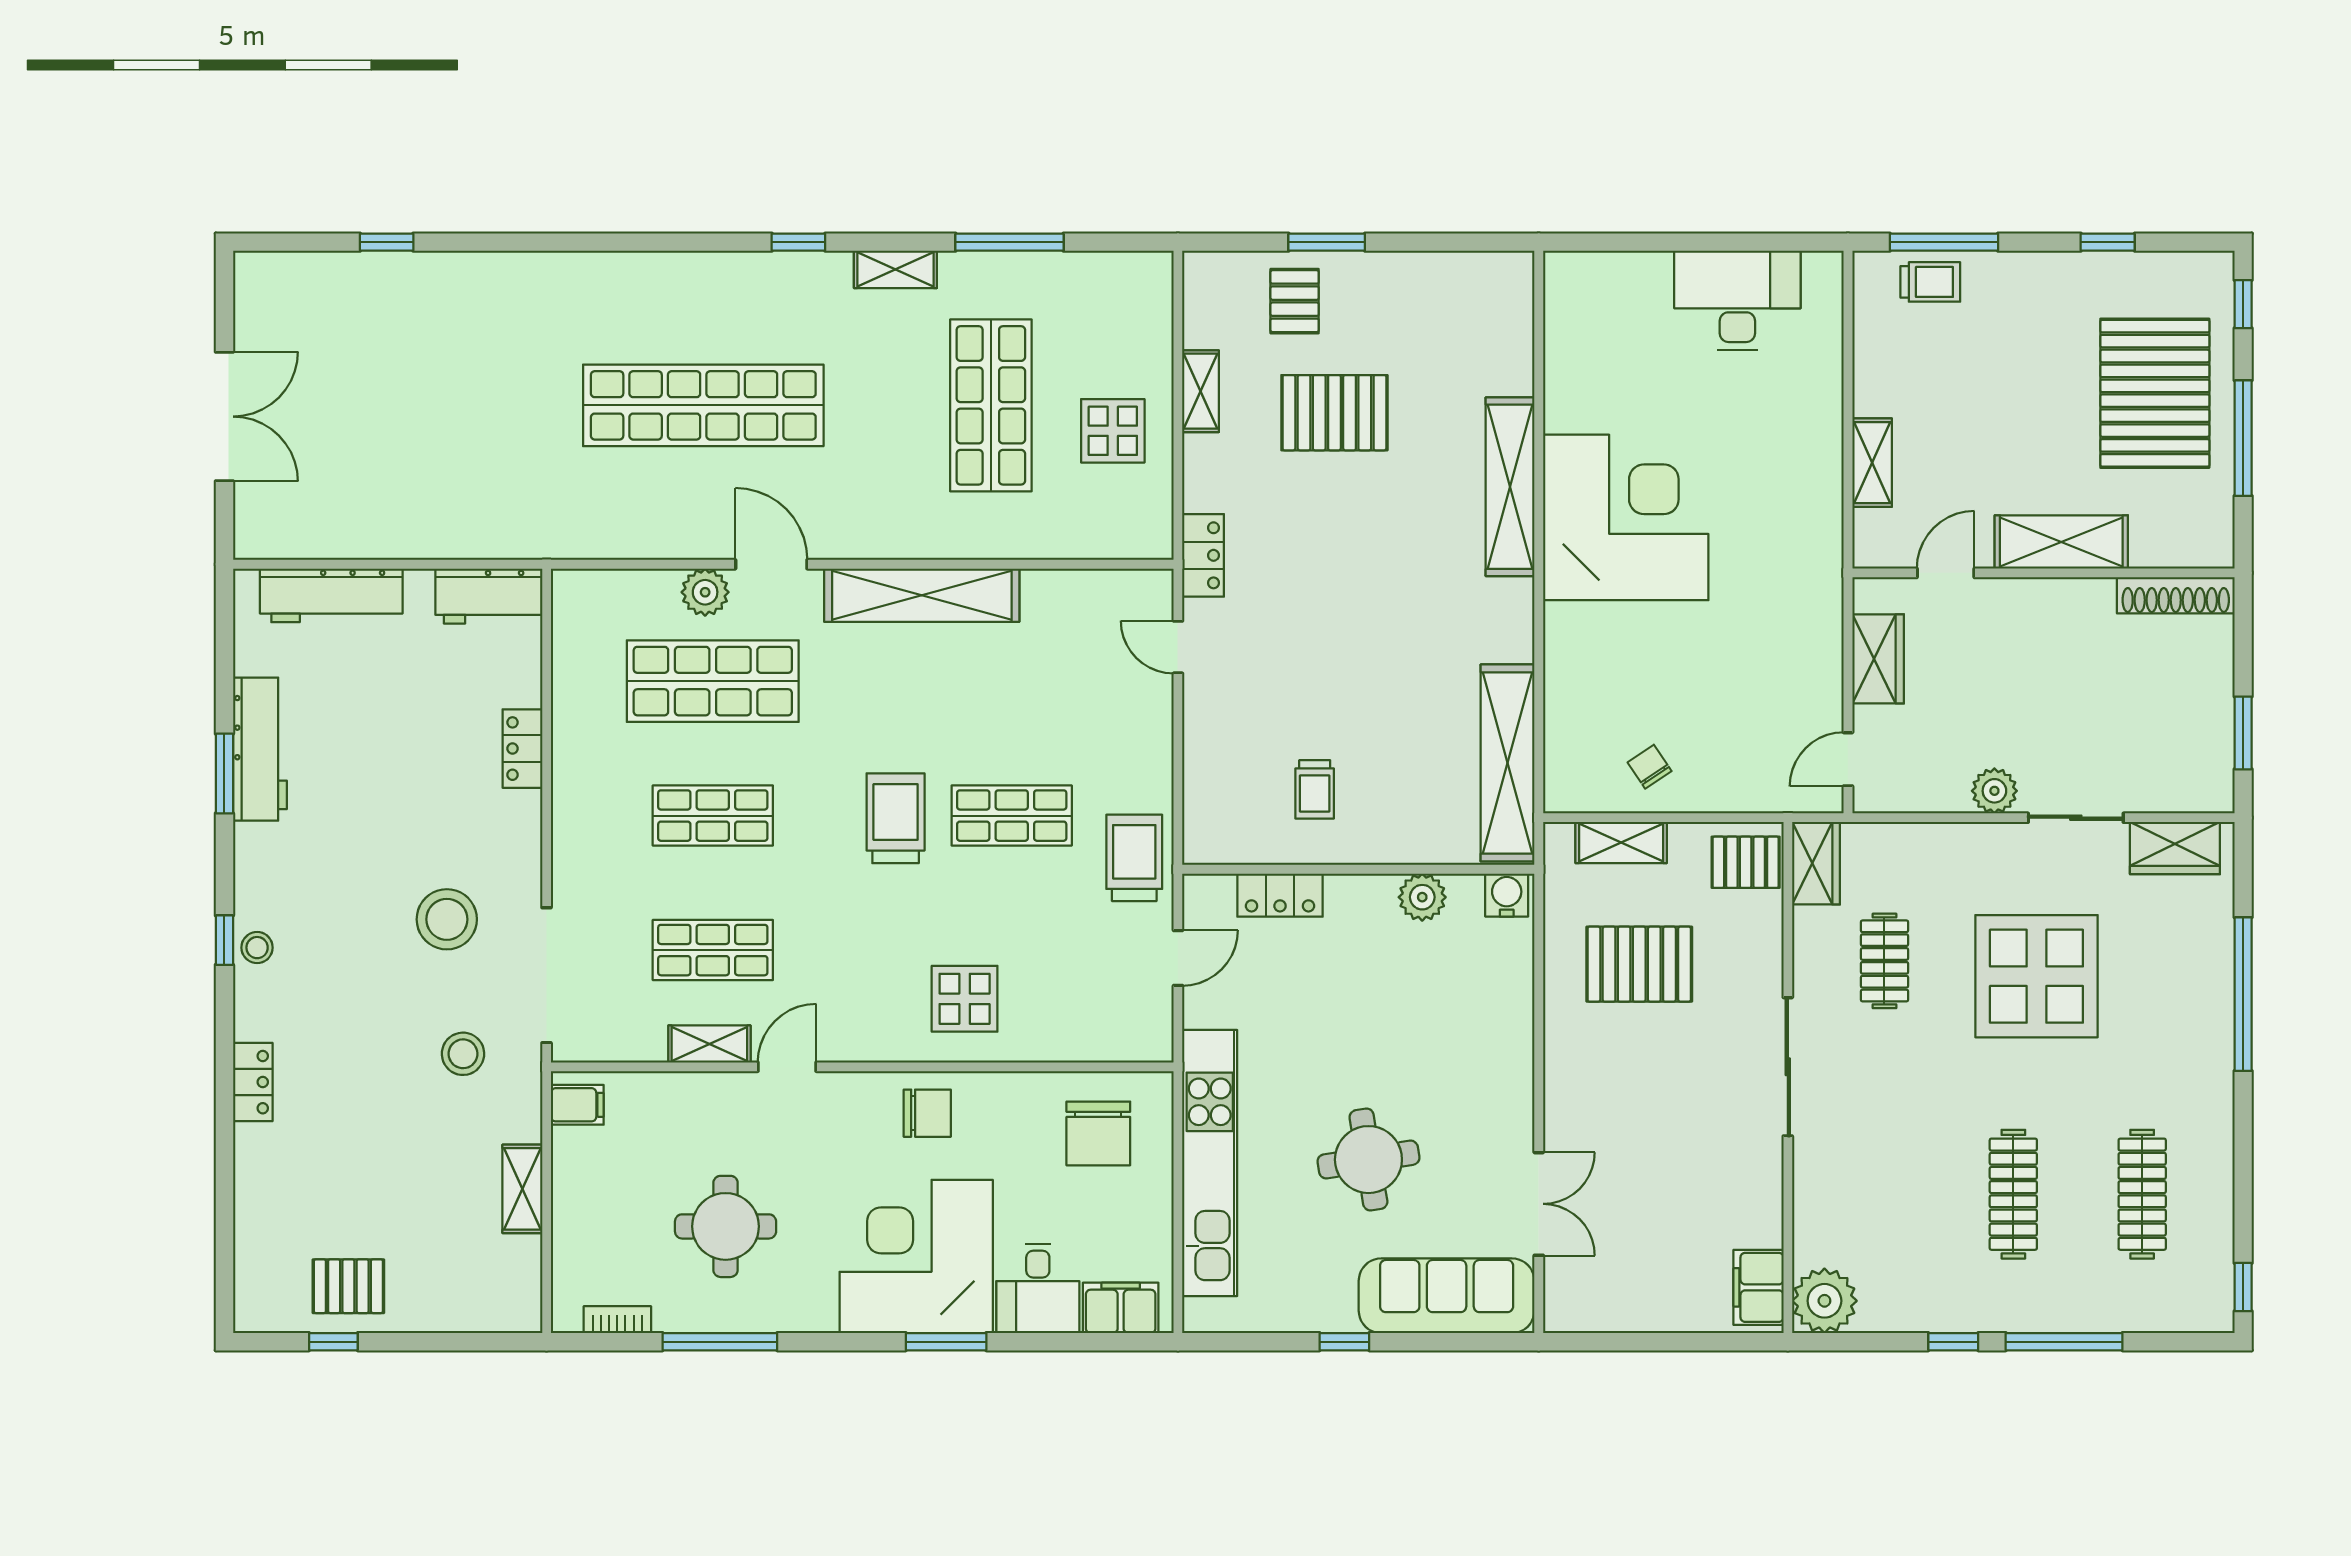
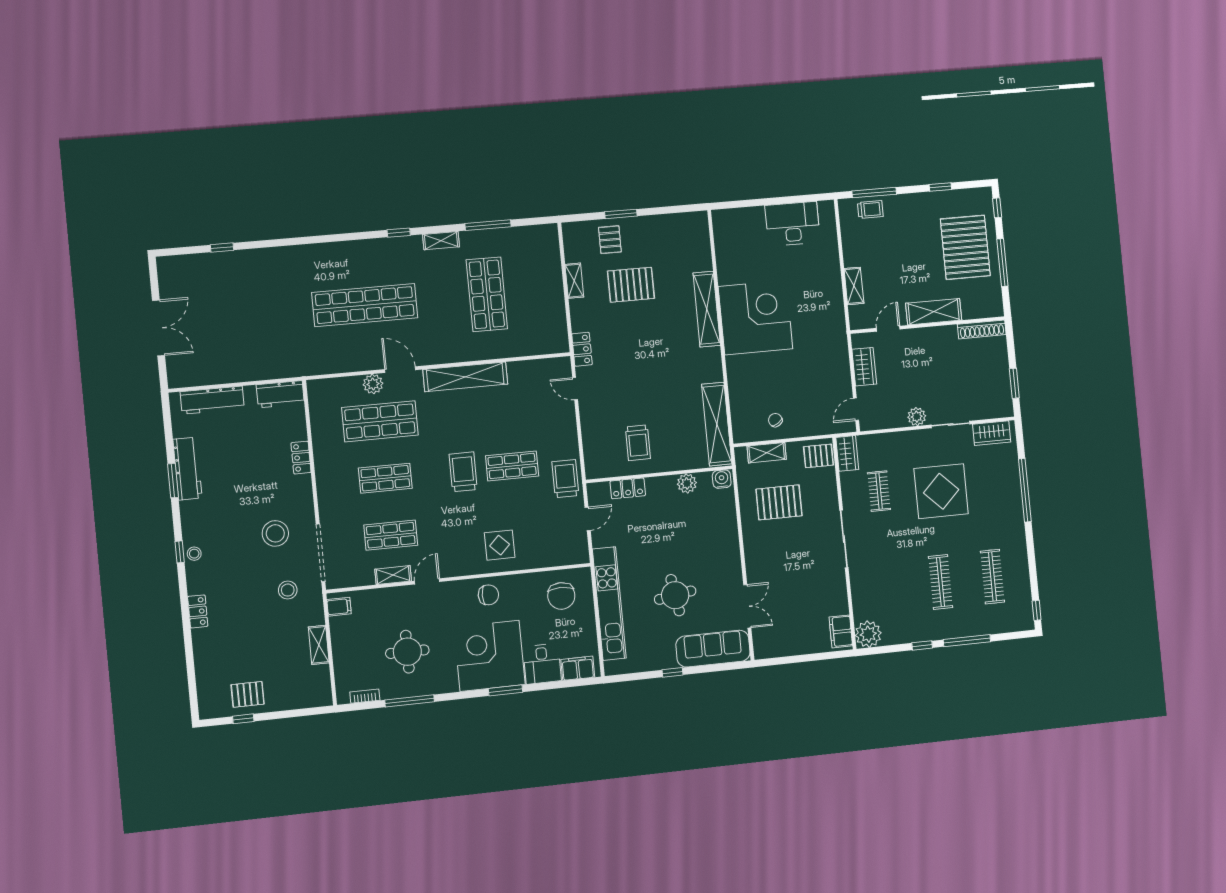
display table: (1113, 431) -> (539, 300), removed
trolley: (1315, 789) -> (638, 443), width x1.36, depth x1.39

